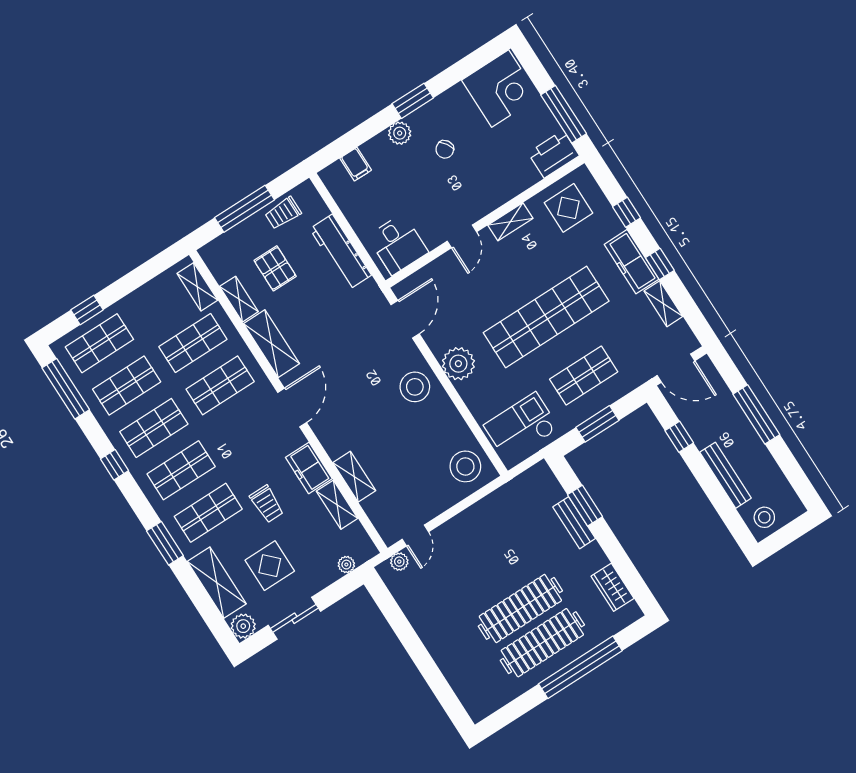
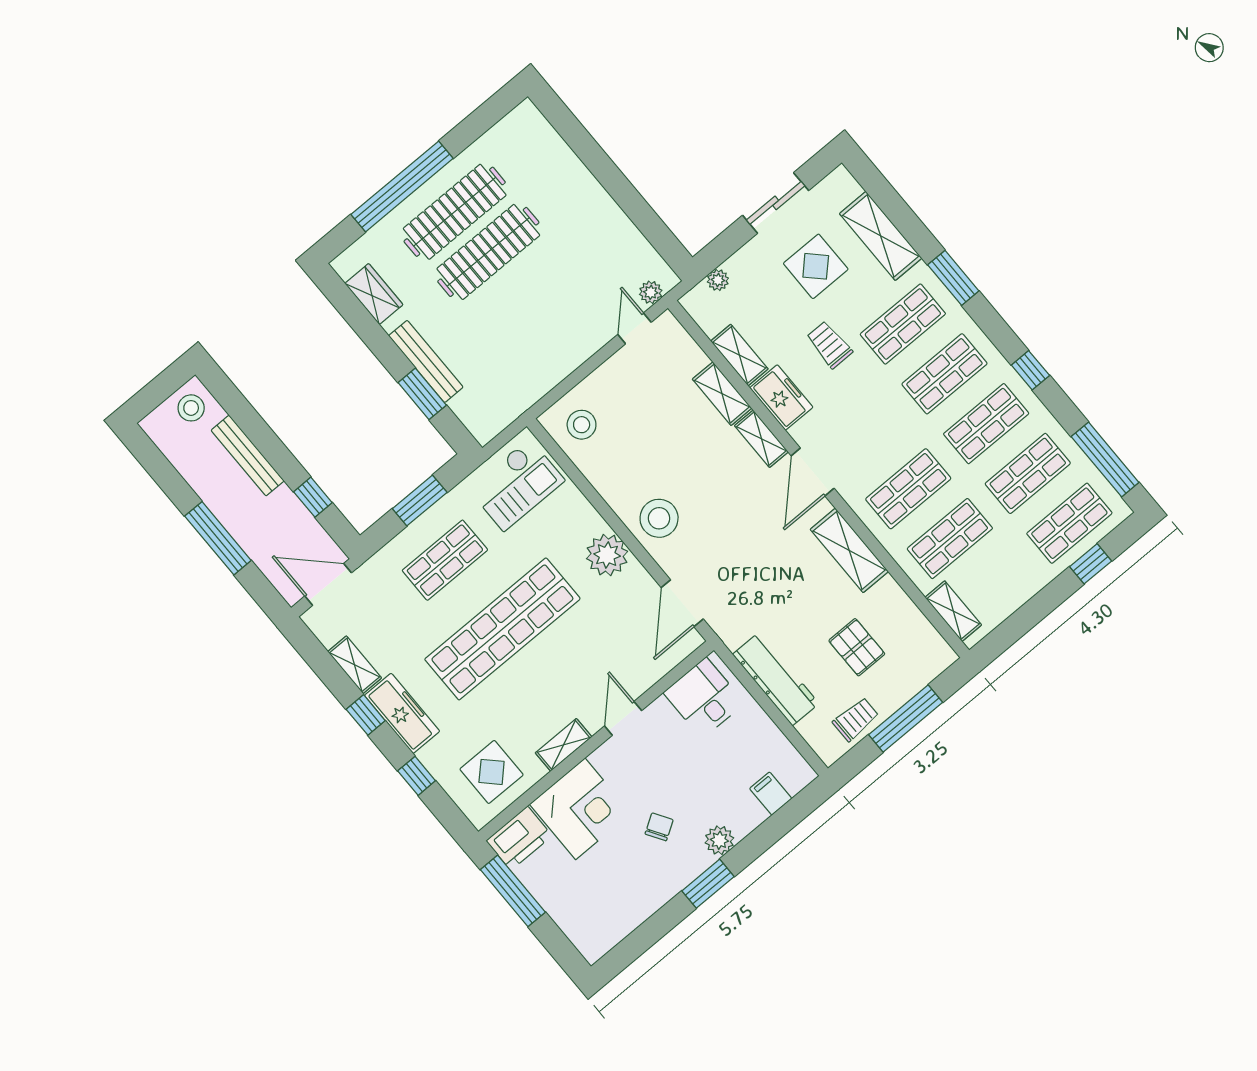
corner desk: (500, 89) -> (580, 809), moved, turned 180
shelving: (239, 299) -> (761, 439), moved
stool: (465, 466) -> (582, 425), width x0.73, depth x0.73
bench: (574, 523) -> (426, 361), width x1.36
plant: (243, 626) -> (840, 185), removed

